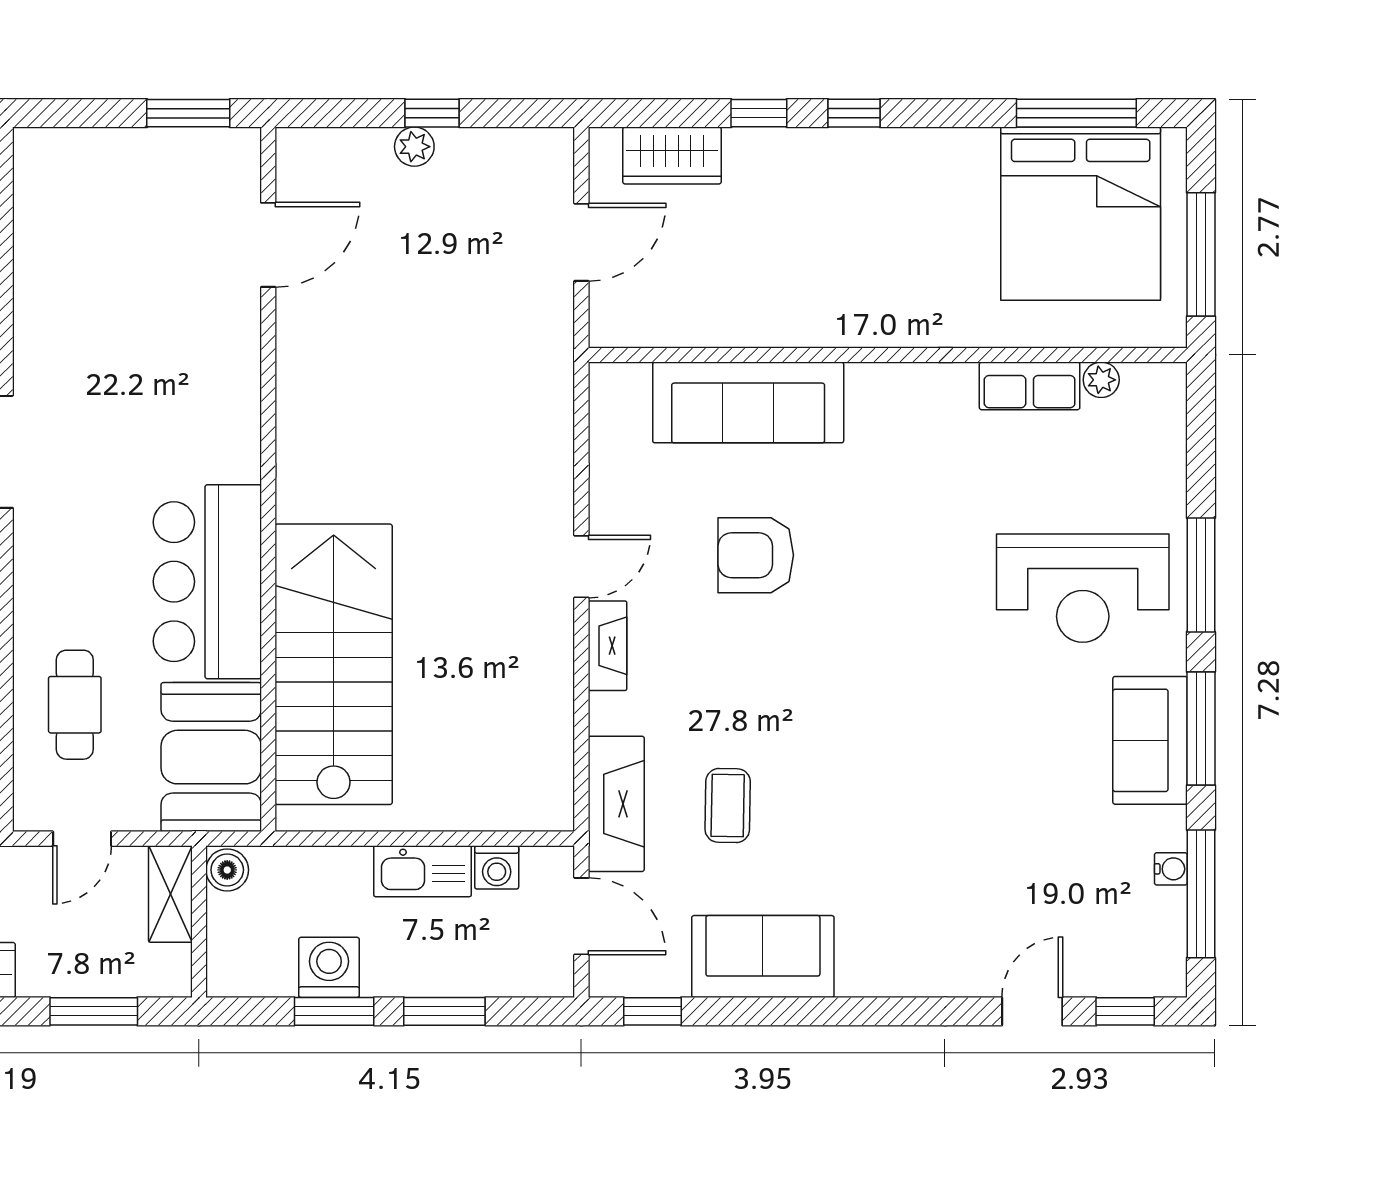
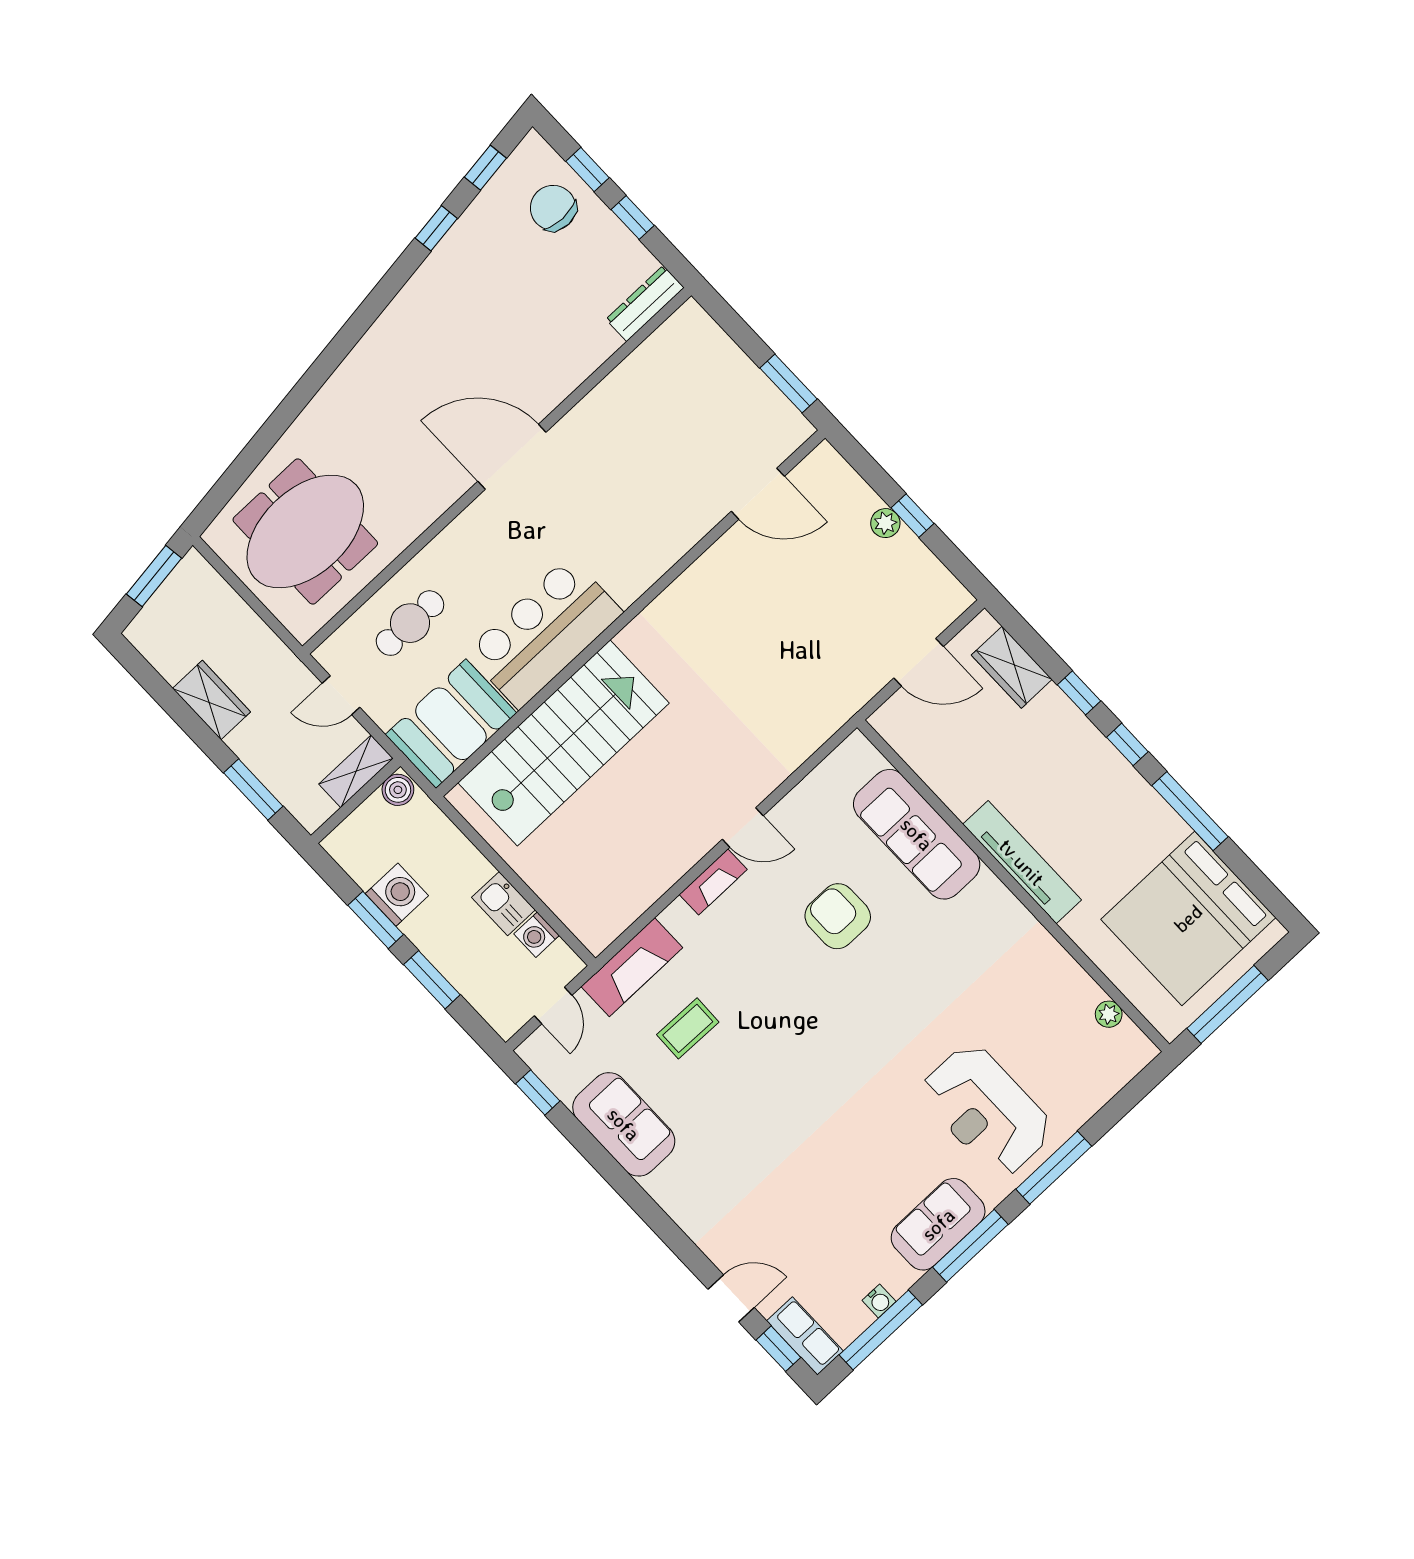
window: (1076, 113) -> (1190, 811), moved
tv unit: (872, 325) -> (1022, 862), added
row of seats: (1030, 386) -> (805, 1336), moved, turned 180
kitchen sink: (422, 871) -> (503, 904), width x0.73
door: (581, 916) -> (553, 1005), width x0.73

